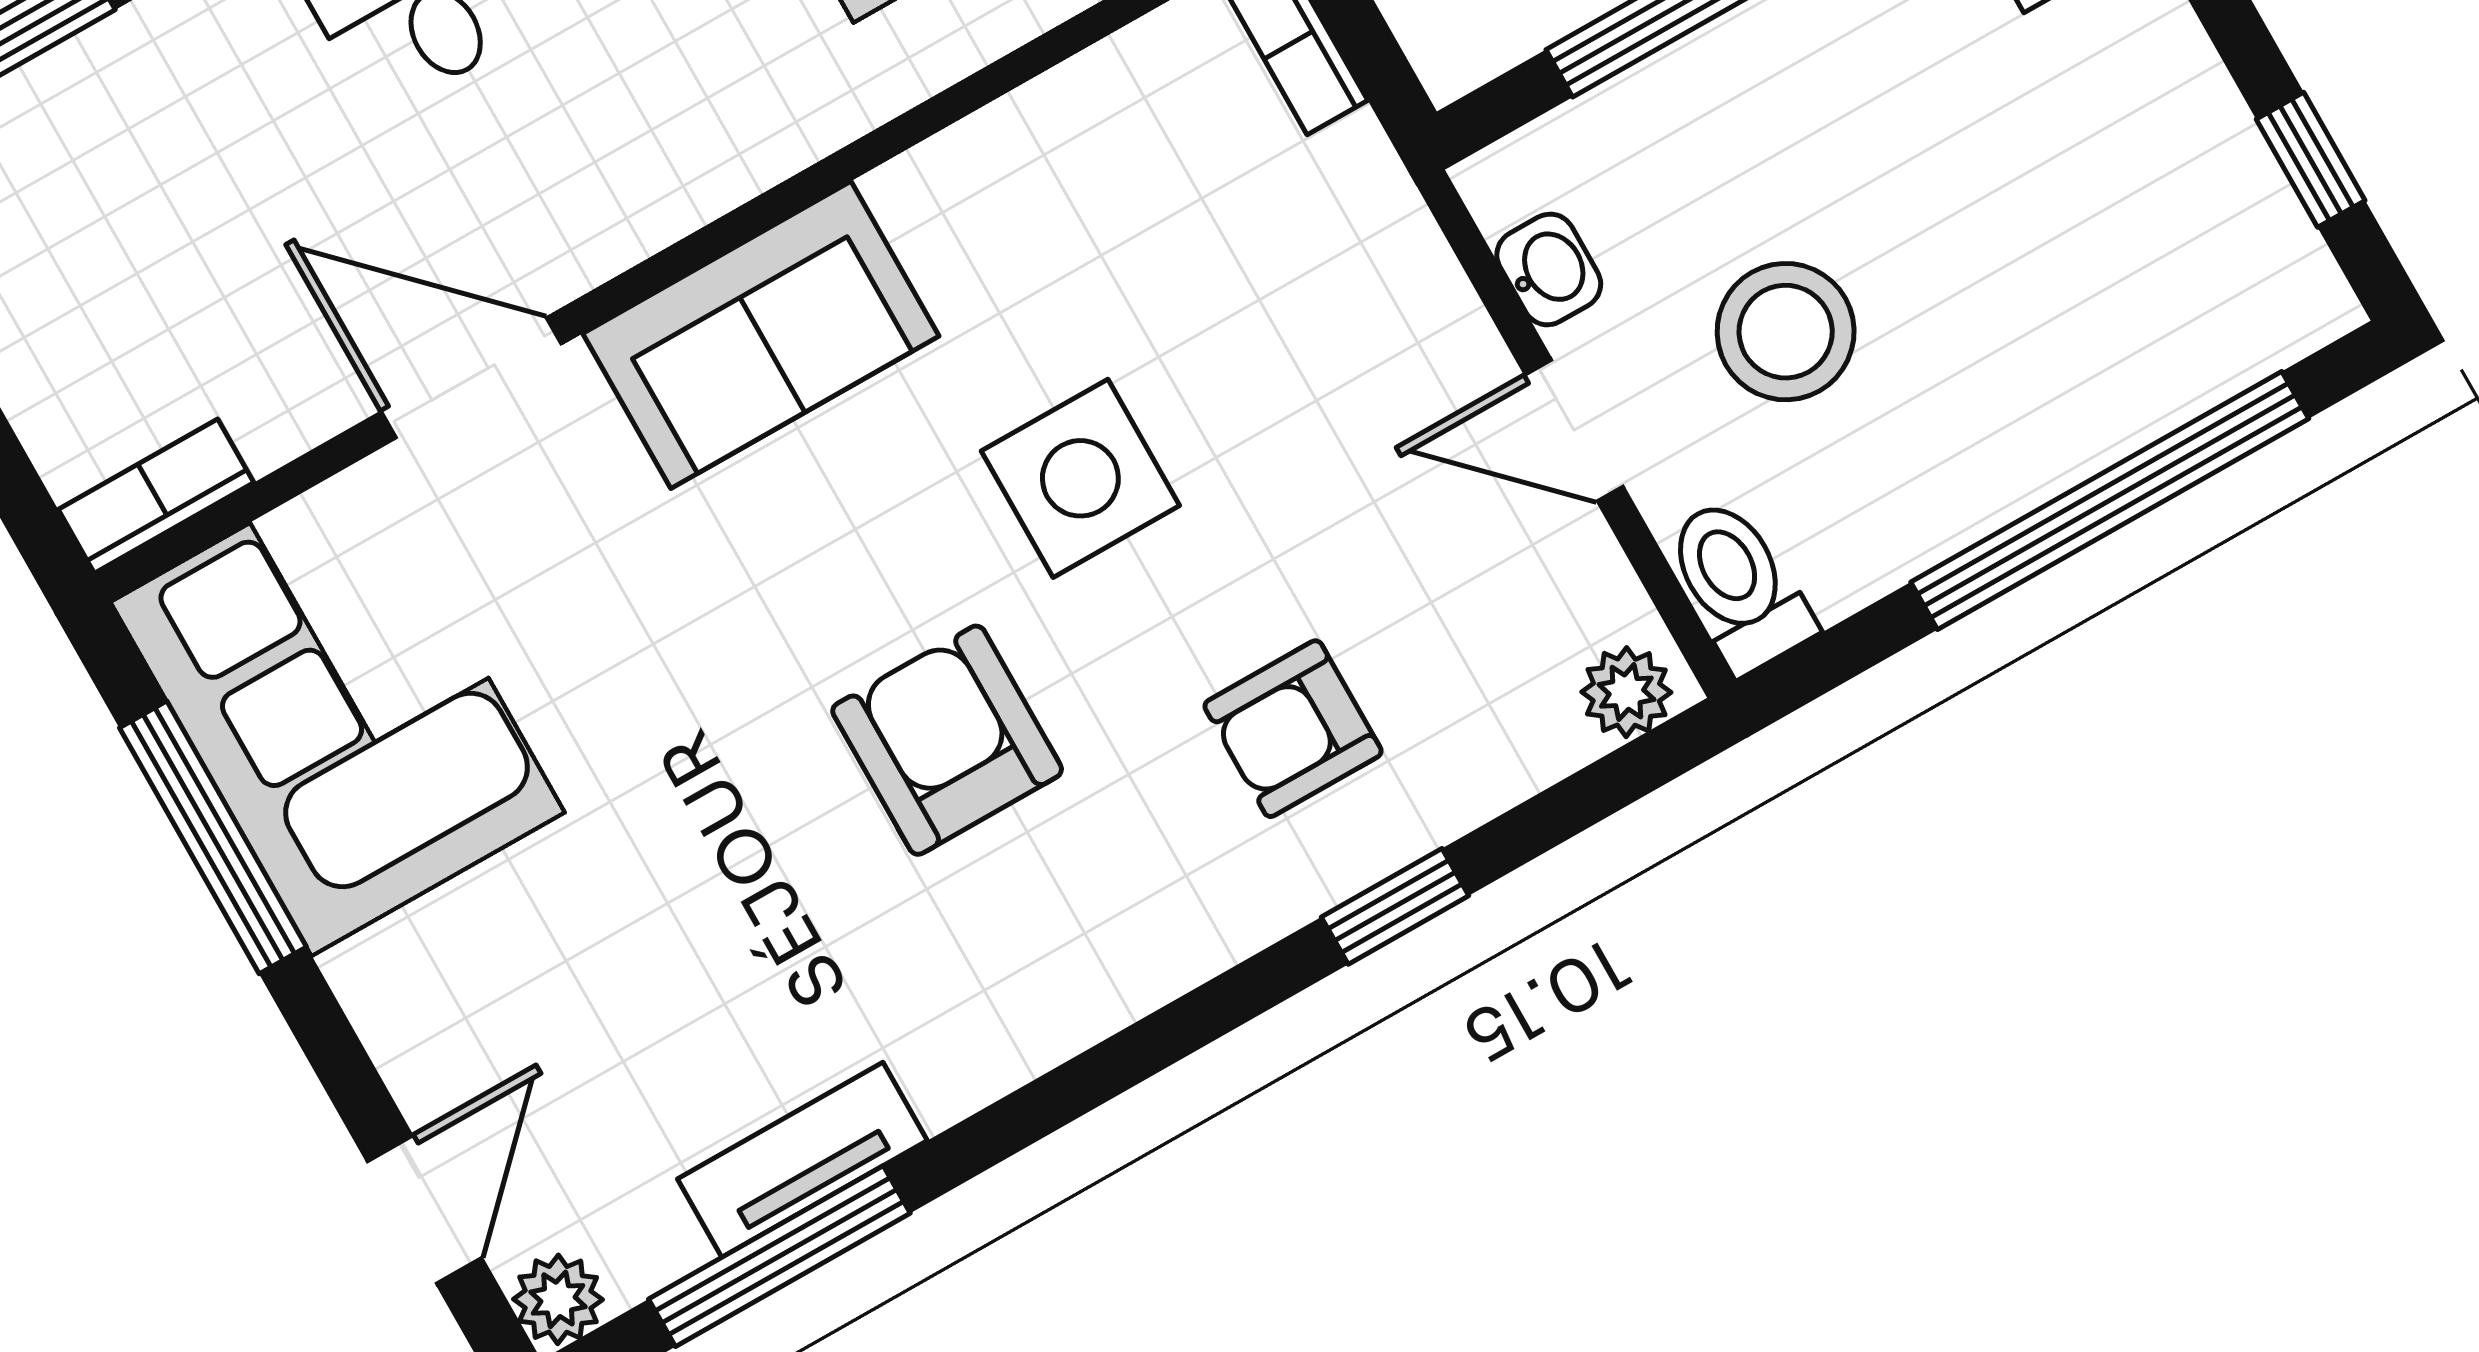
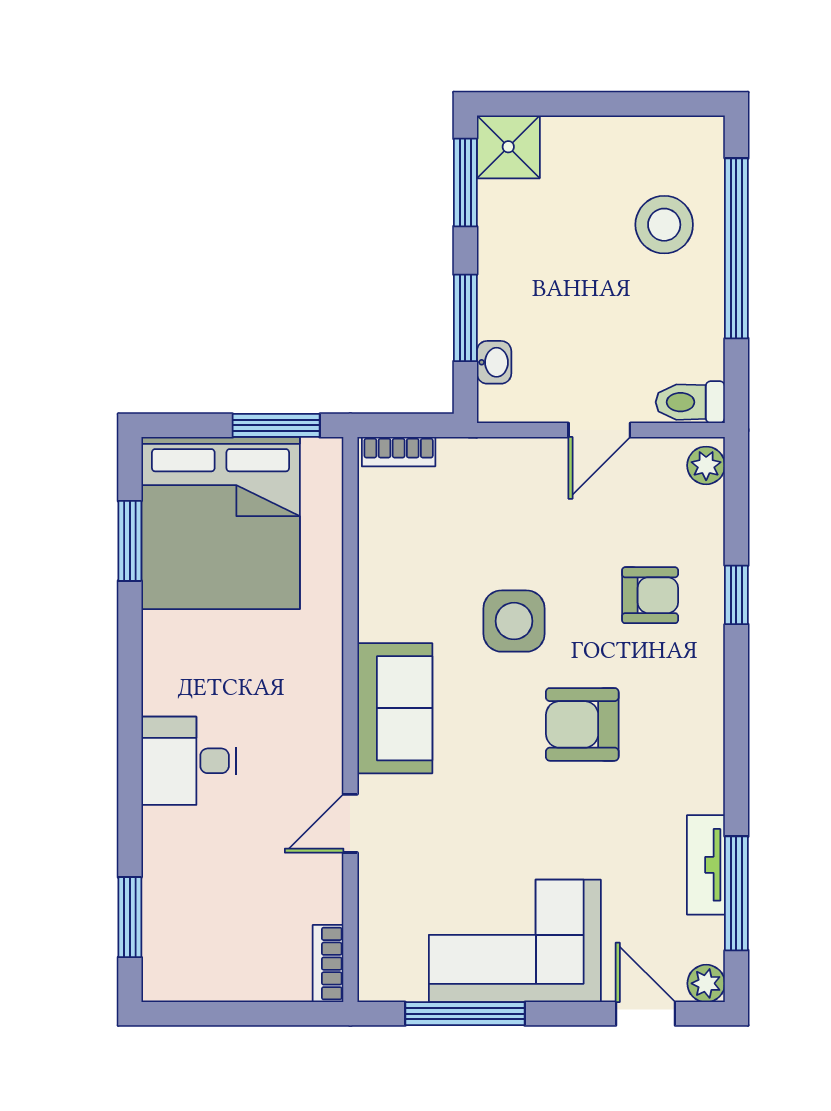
window: (2311, 160) -> (653, 104), removed
washbasin: (1549, 269) -> (494, 362), moved, turned 90
stool: (1786, 332) -> (664, 225), moved
door: (471, 378) -> (350, 823), width x0.73
corner sofa: (338, 707) -> (515, 941), moved
armchair: (1293, 729) -> (650, 595), turned -90

